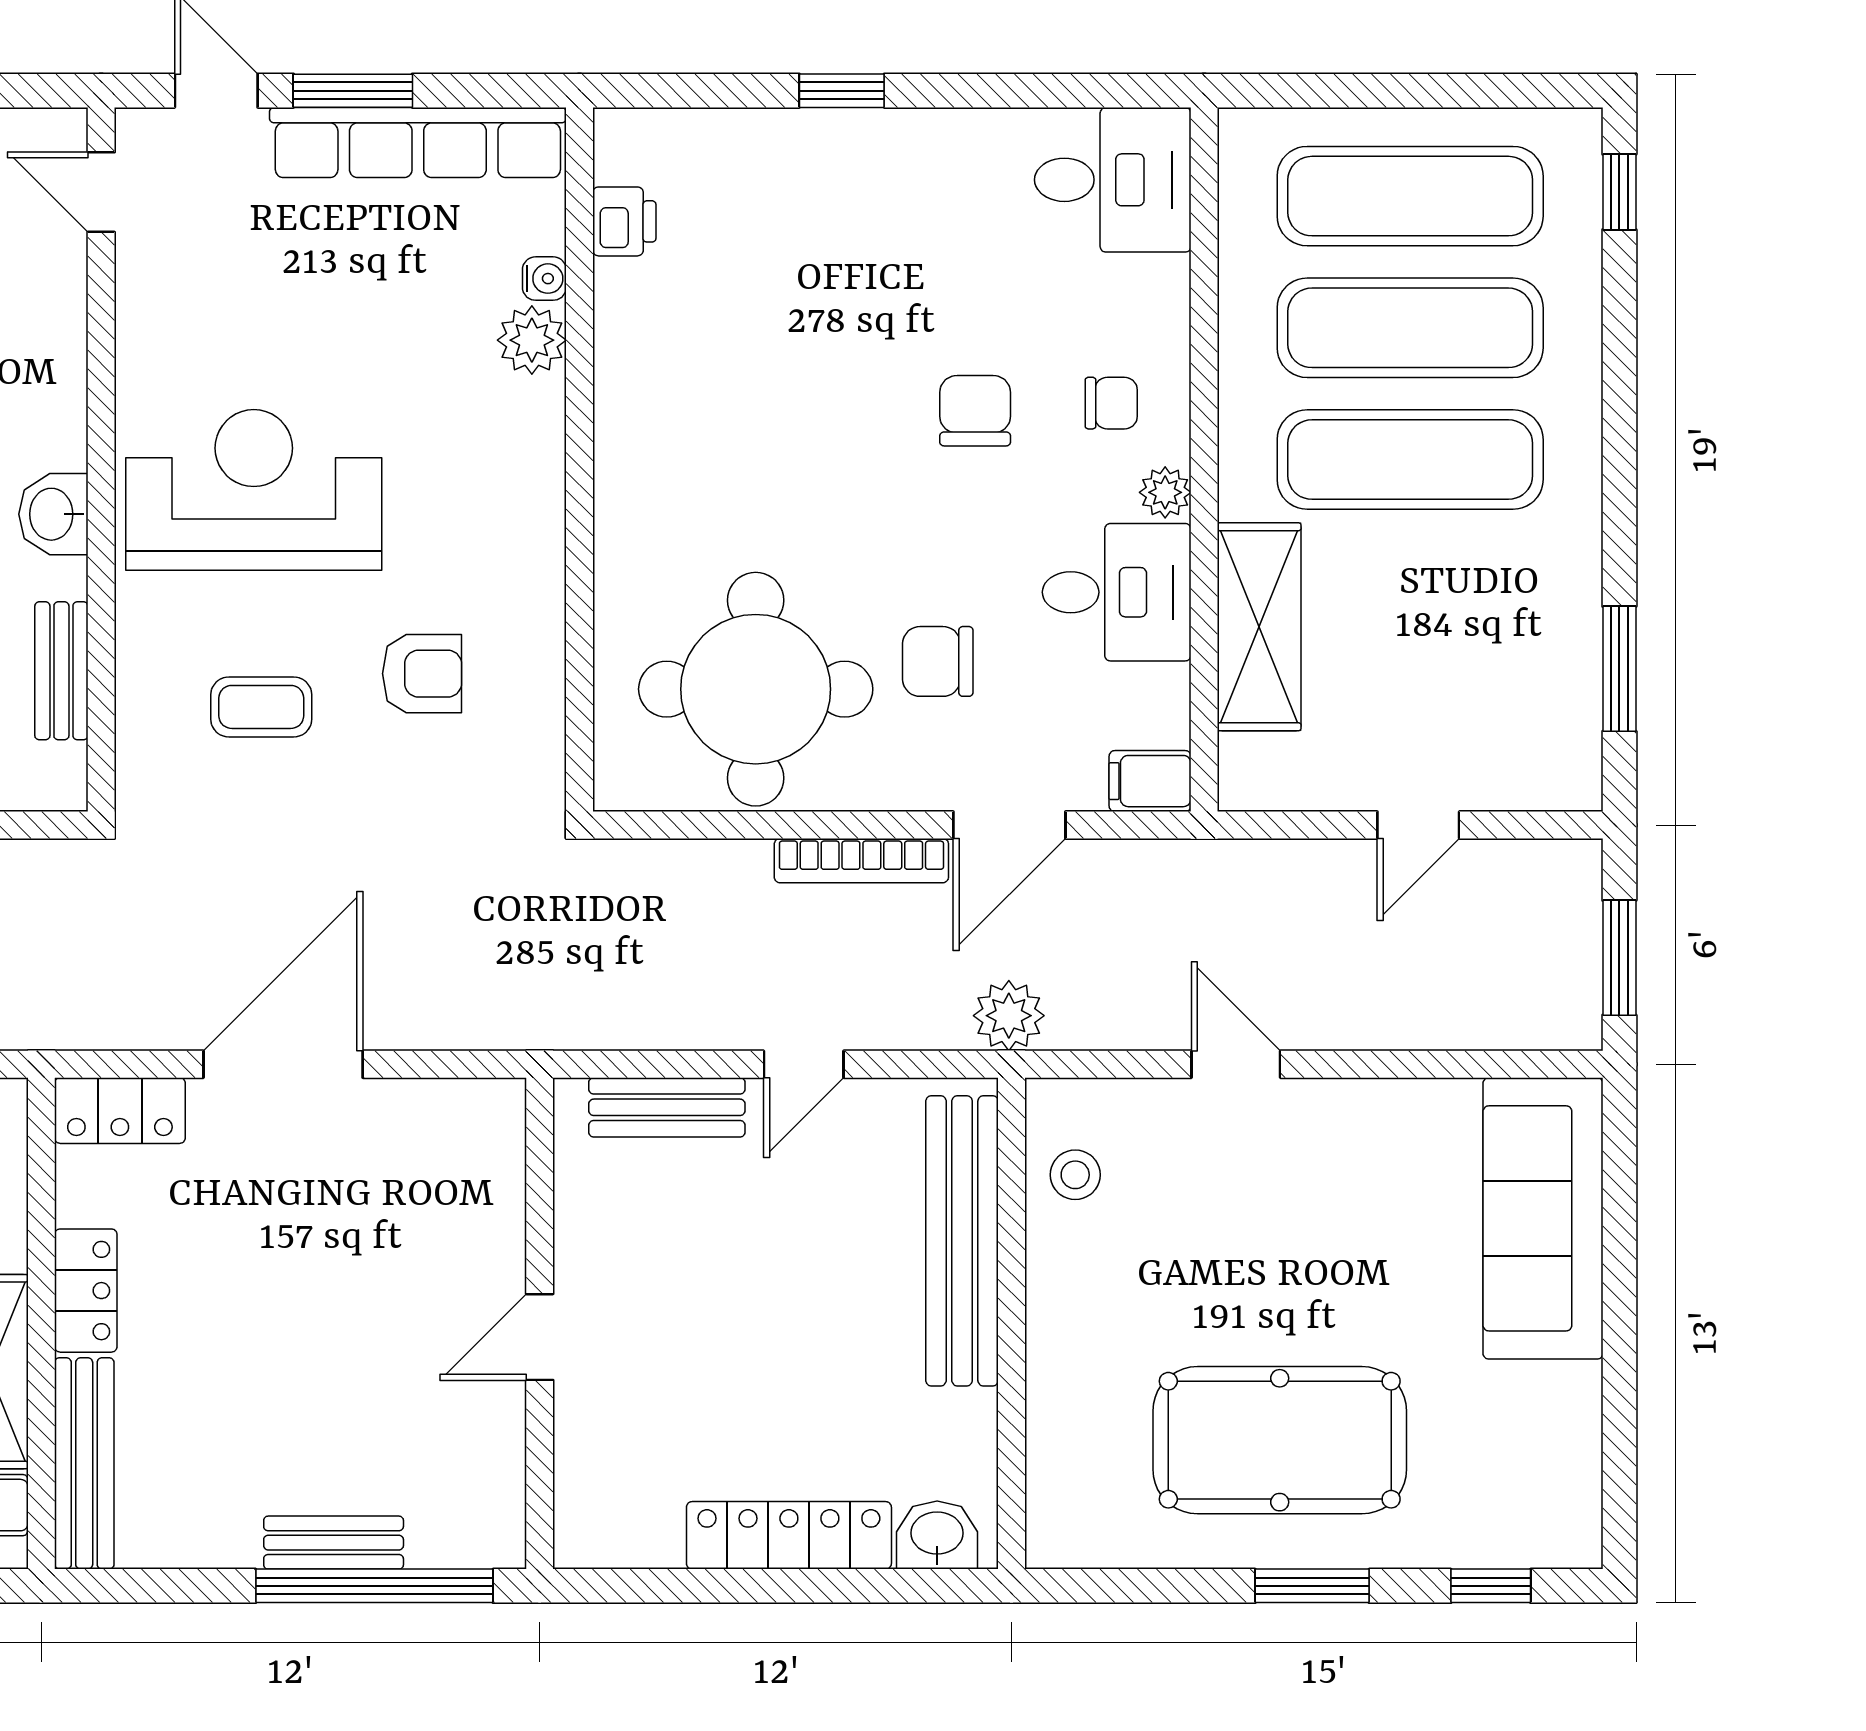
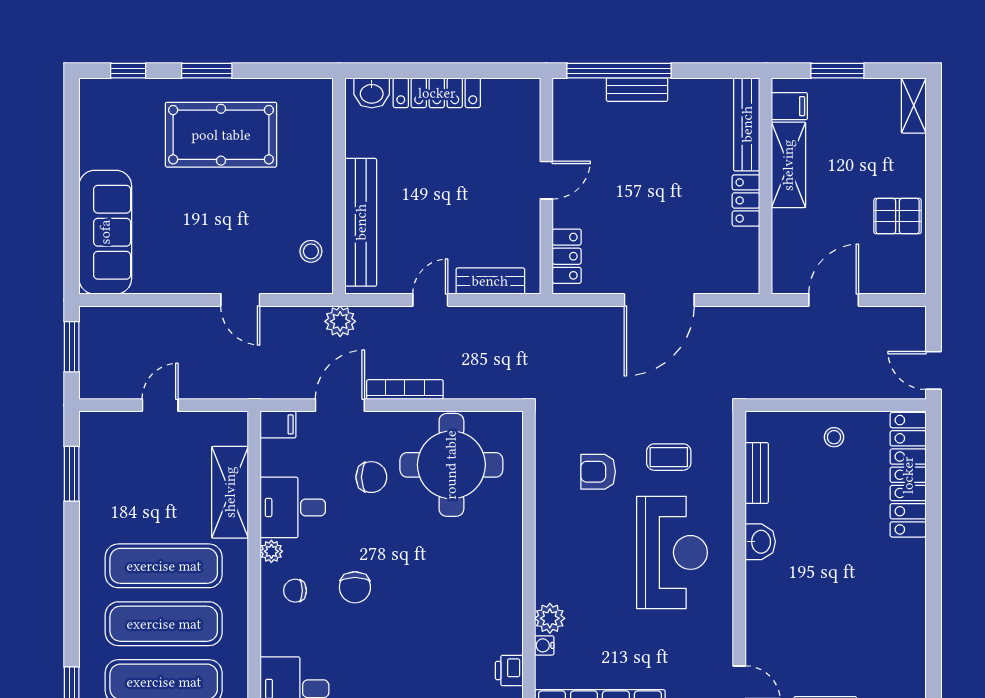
reception desk: (254, 490) -> (672, 552), turned -90
locker: (120, 1111) -> (567, 256), moved, turned 90

